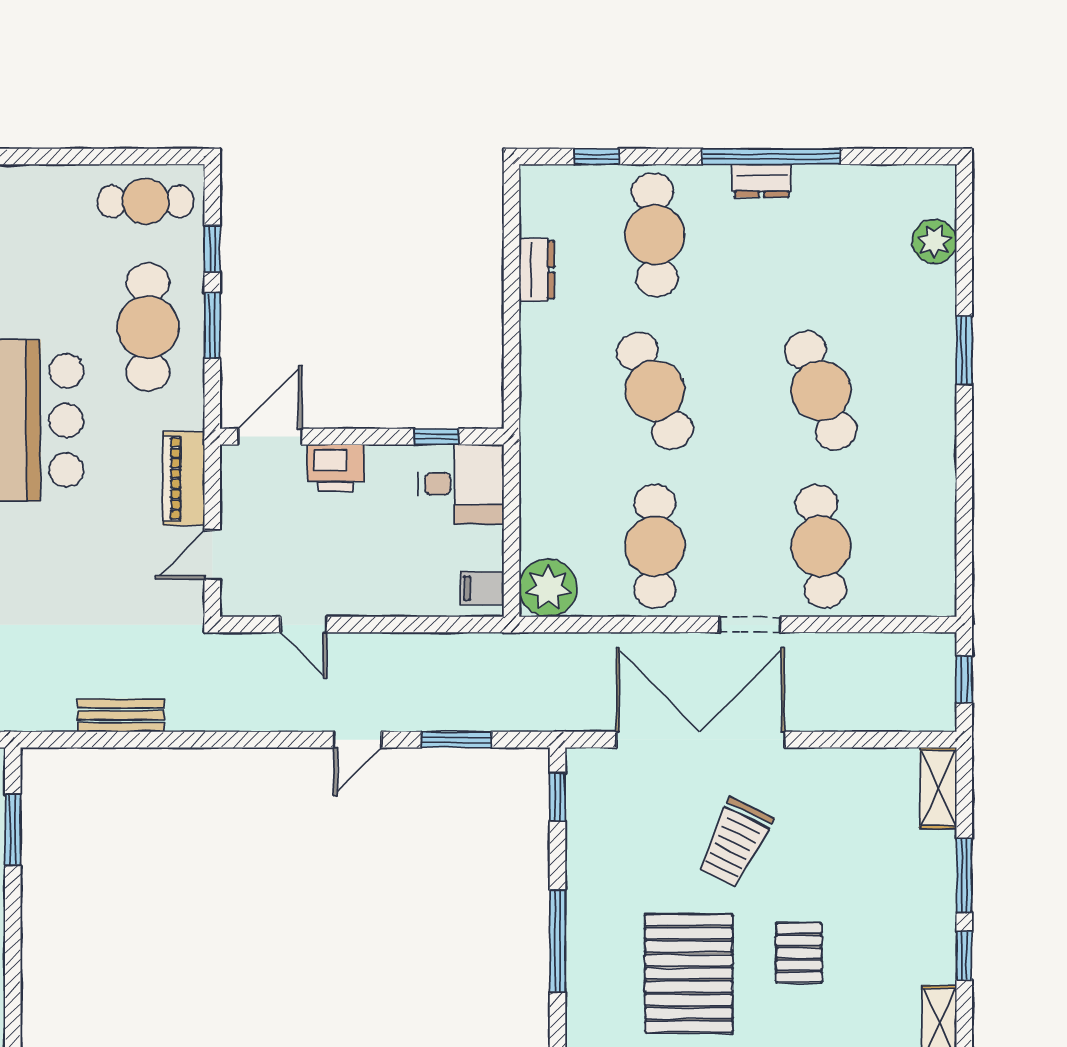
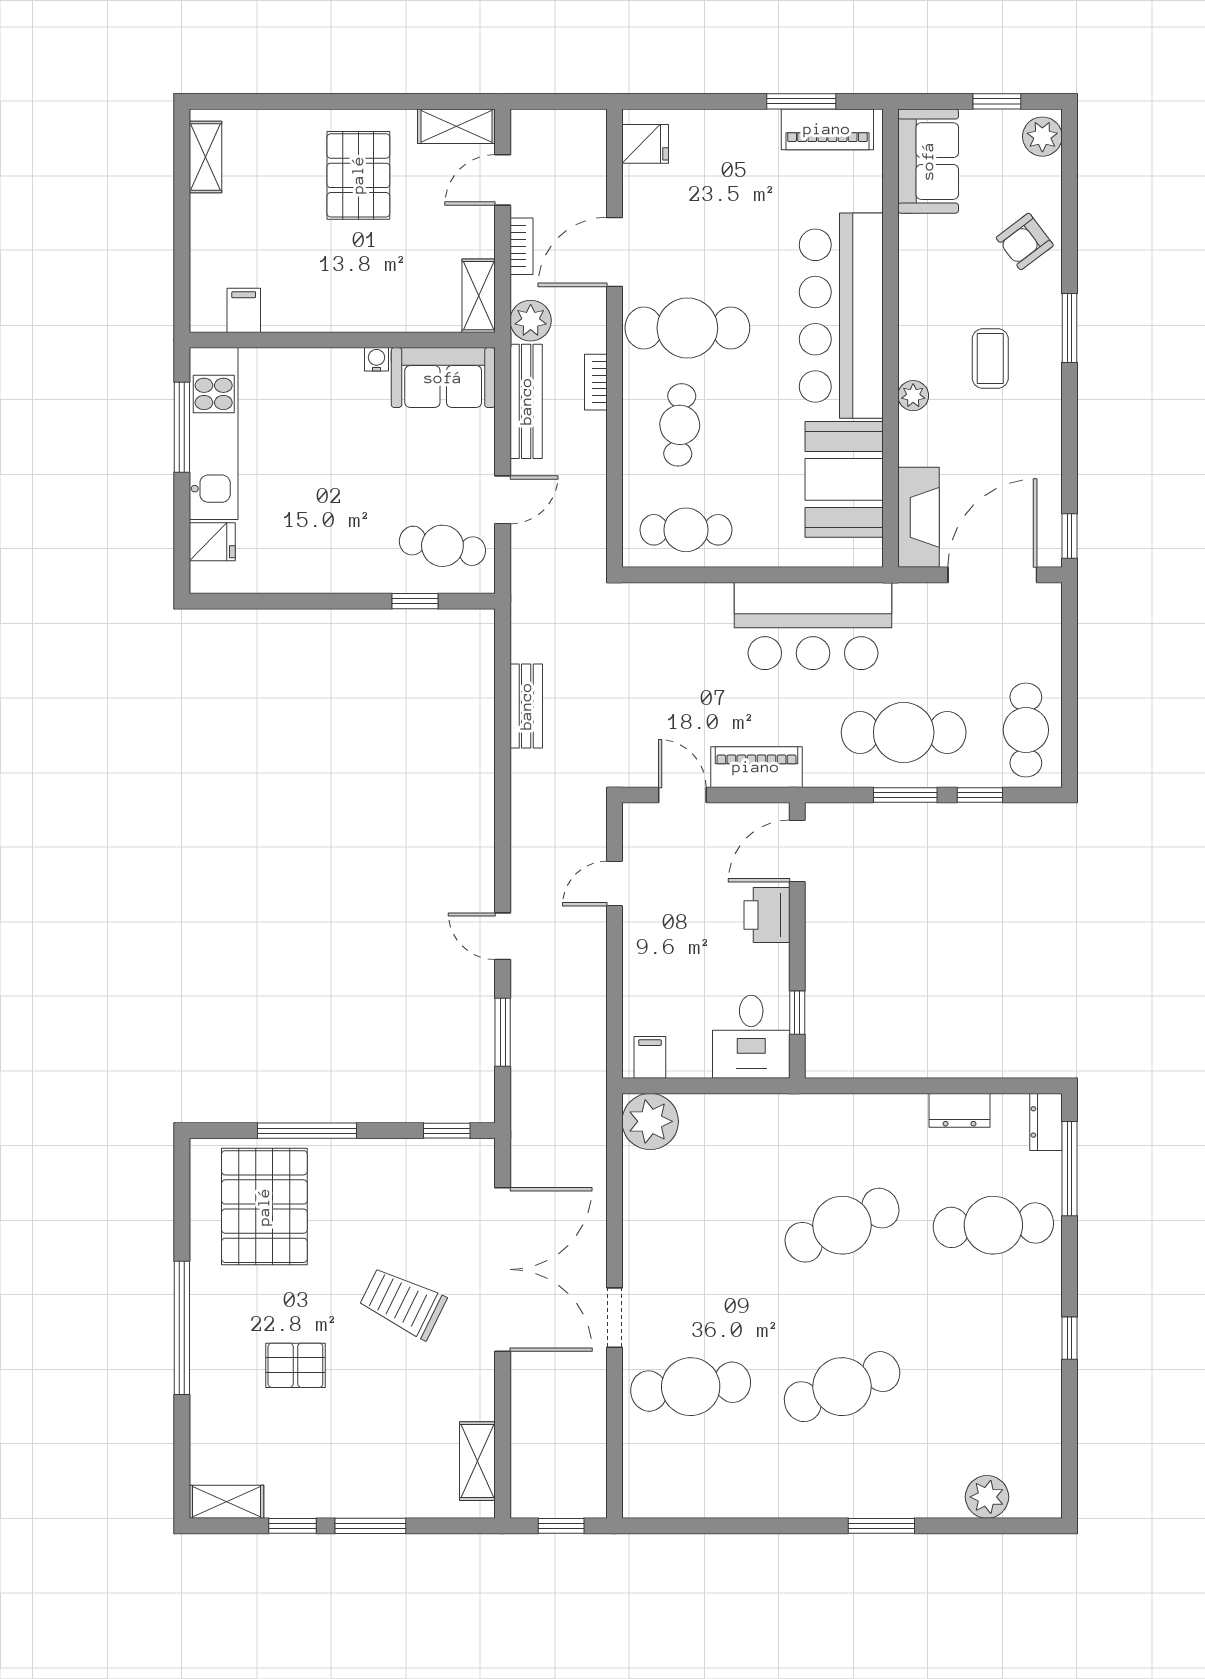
window: (597, 157) -> (1070, 1169), width x2.17
window: (771, 157) -> (1070, 1338), width x0.32
dresser: (762, 181) -> (1046, 1122), moved
door: (270, 437) -> (797, 851), swing flipped
cafe table: (655, 546) -> (691, 1225), removed
shelving: (938, 788) -> (477, 1461), moved, turned 90
window: (13, 830) -> (415, 601), width x0.67
pallet: (689, 973) -> (264, 1207), moved, turned 90

